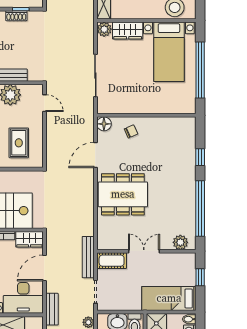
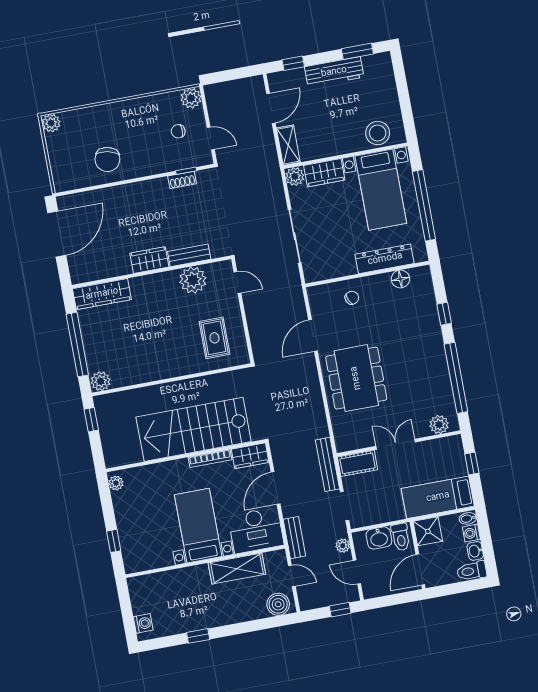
dresser: (162, 106) -> (385, 259), added
floor lamp: (104, 124) -> (400, 279), moved
dining table: (123, 194) -> (356, 378), turned 90

